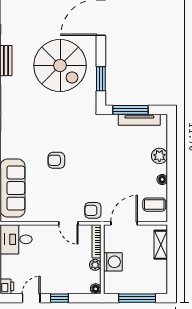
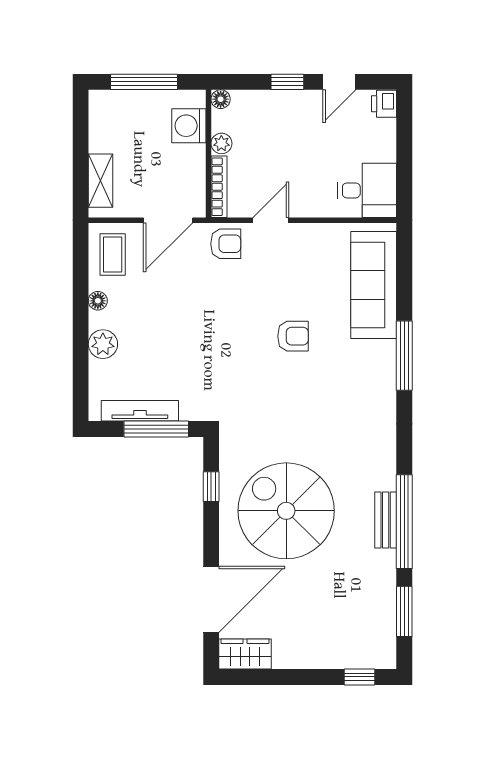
window: (101, 79) -> (211, 487), width x0.67
coffee table: (154, 205) -> (113, 255), turned 90
door: (68, 223) -> (271, 220), hinge flipped
washing machine: (113, 262) -> (189, 126), moved

